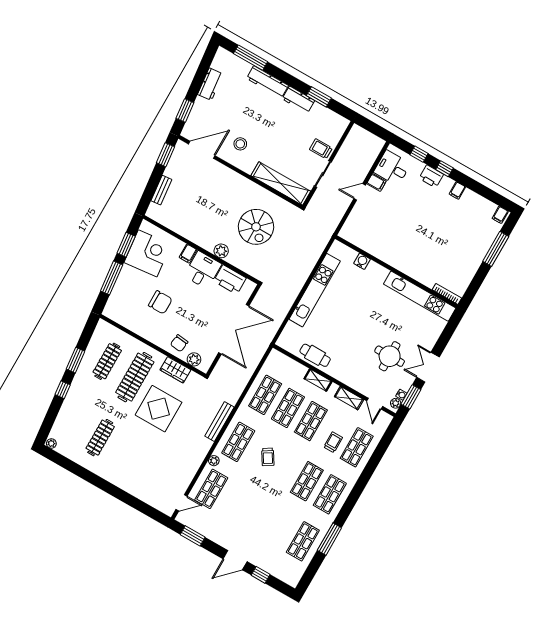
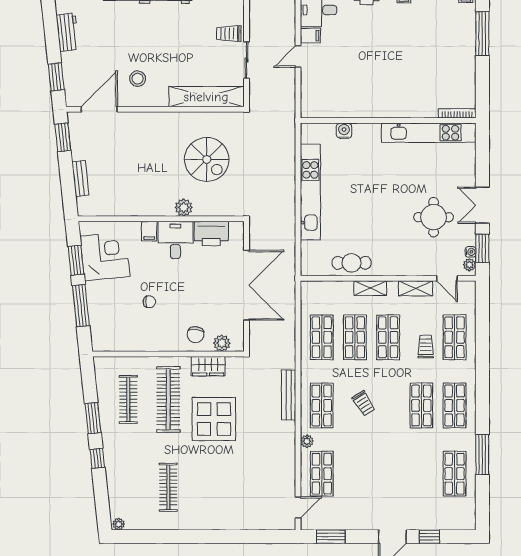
chair: (160, 302) -> (149, 302), width x0.54, depth x0.54

